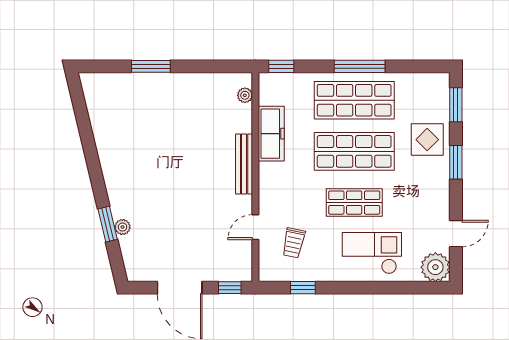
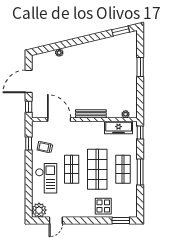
shop shelf: (354, 100) -> (123, 169), width x0.70, depth x0.74
freezer: (271, 134) -> (119, 128), moved
window: (456, 162) -> (92, 221), removed
window: (108, 224) -> (121, 31), moved
door: (255, 227) -> (59, 120), width x1.88
door: (456, 234) -> (56, 221), hinge flipped
trolley: (294, 243) -> (45, 147), moved

